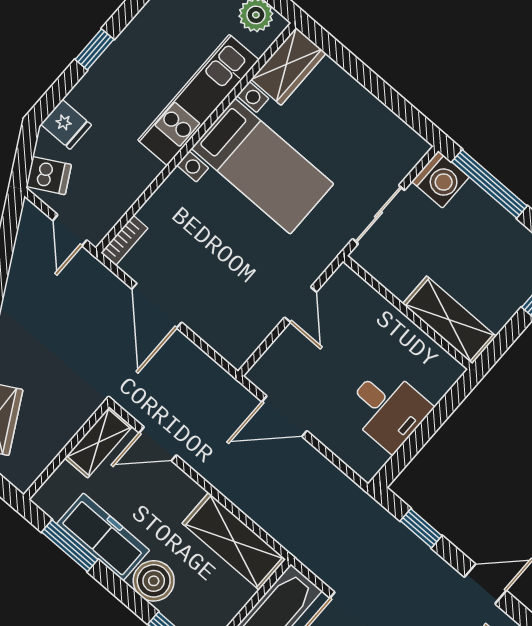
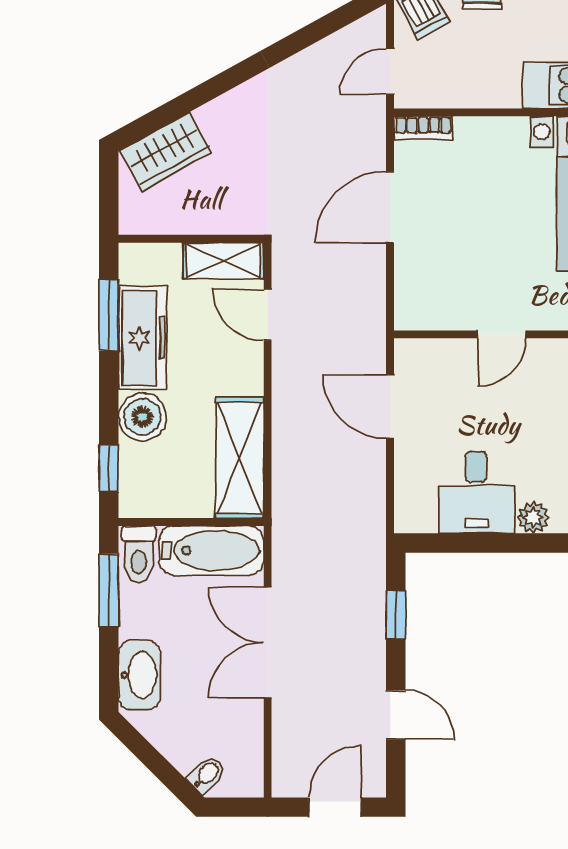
plant: (435, 386) -> (533, 518), added

